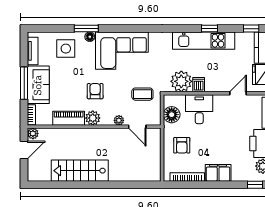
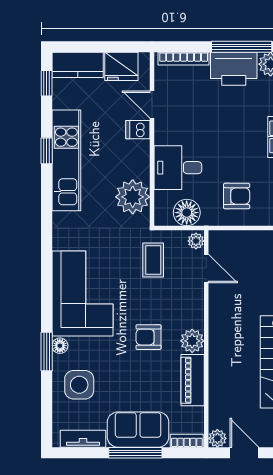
dishwasher: (199, 85) -> (138, 130), moved
plant: (119, 120) -> (196, 241), moved
door: (137, 127) -> (206, 269), hinge flipped

